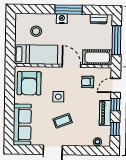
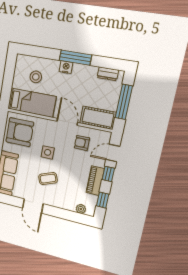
armchair: (29, 83) -> (20, 132), turned -90

